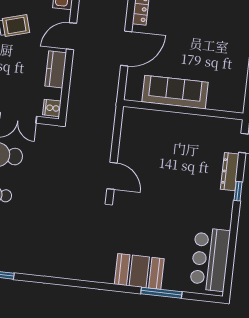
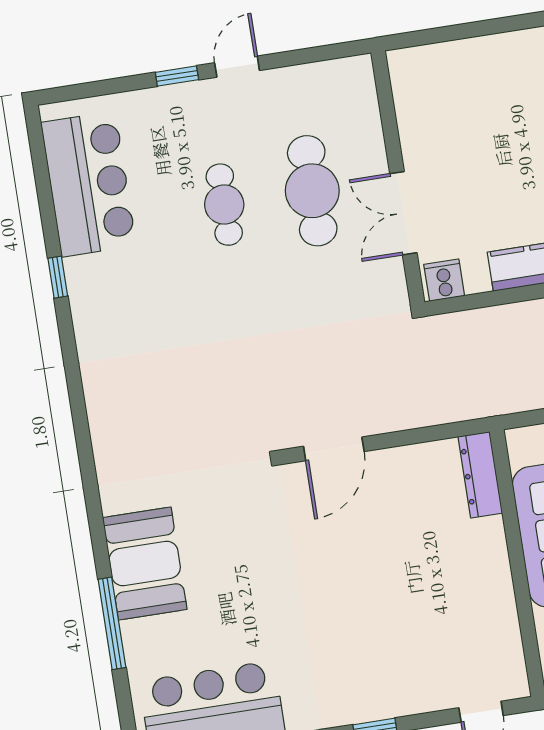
dresser: (230, 172) -> (480, 475), moved, turned -90

